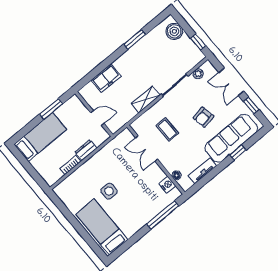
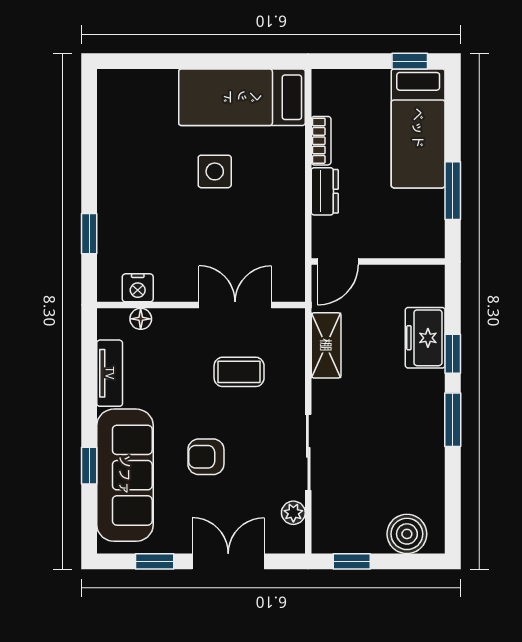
window: (135, 39) -> (453, 420), moved
window: (104, 65) -> (453, 354), added
shelving: (146, 99) -> (326, 345), moved
armchair: (204, 117) -> (206, 457), turned -79
door: (97, 118) -> (338, 262), moved
window: (21, 158) -> (410, 61), added
window: (163, 215) -> (89, 234), width x0.46
bed: (102, 227) -> (242, 97), moved, turned 180

